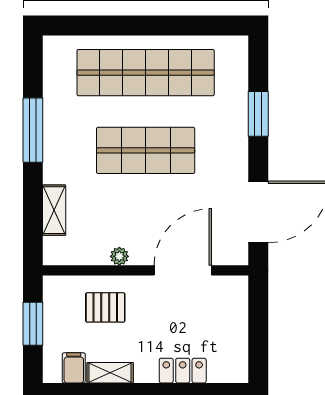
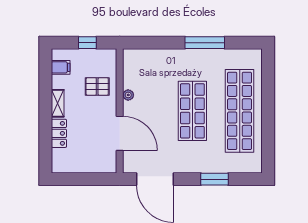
shelving: (54, 210) -> (156, 55), removed
pallet: (105, 307) -> (97, 86), turned 90
window: (33, 324) -> (87, 43), width x0.67
shelving: (110, 373) -> (58, 103), moved

